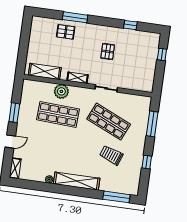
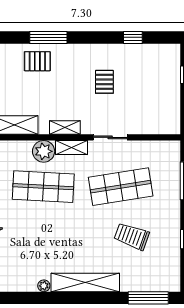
shelving: (80, 91) -> (72, 148), added
shop shelf: (109, 122) -> (121, 187), turned -33

